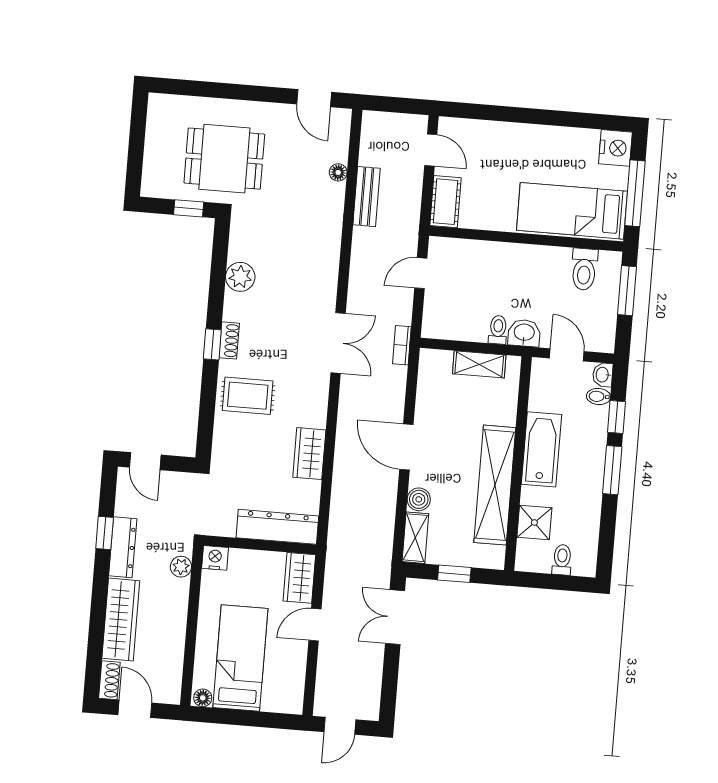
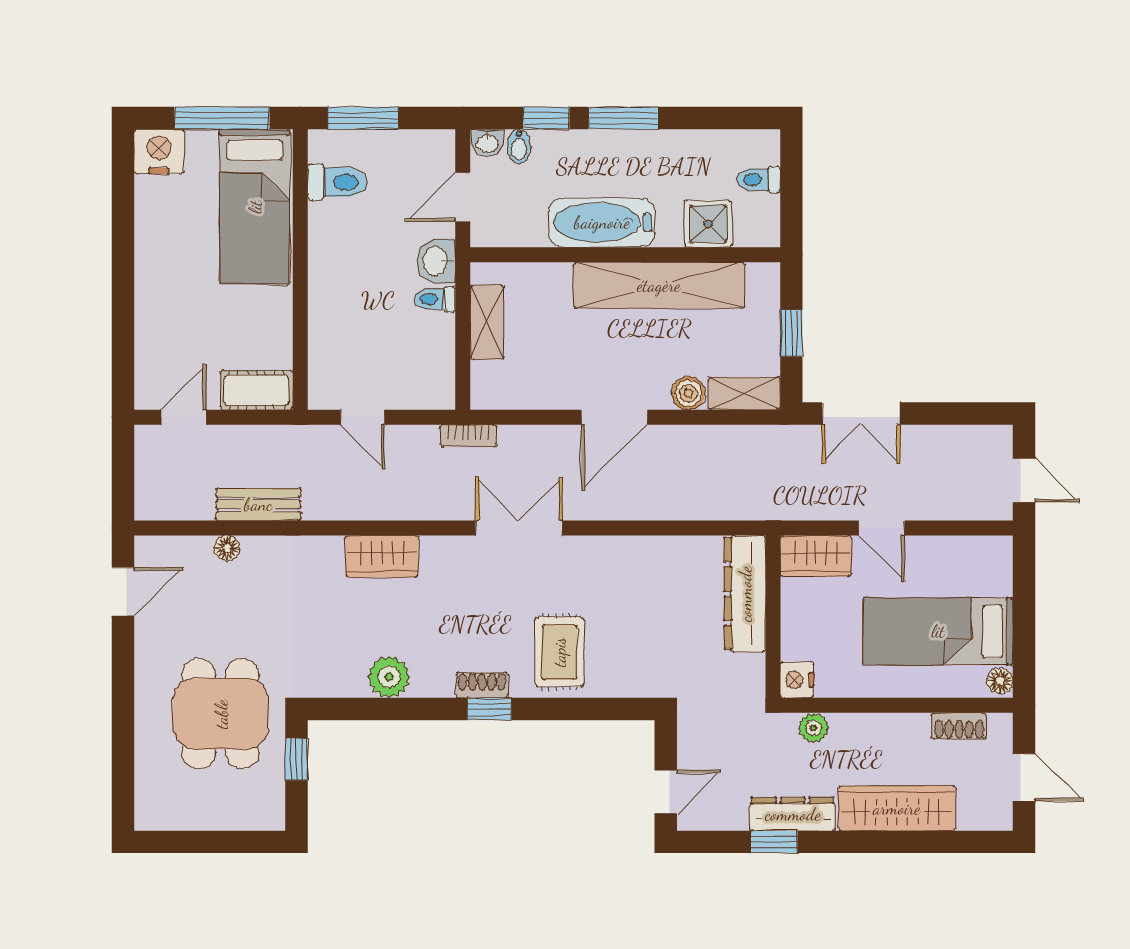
double door: (338, 343) -> (519, 528), moved
wardrobe: (309, 454) -> (382, 556), moved
shoe rack: (109, 680) -> (959, 726), moved, turned 180
door: (135, 709) -> (1024, 777), swing flipped

